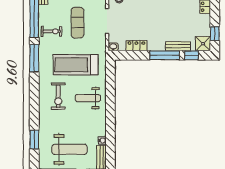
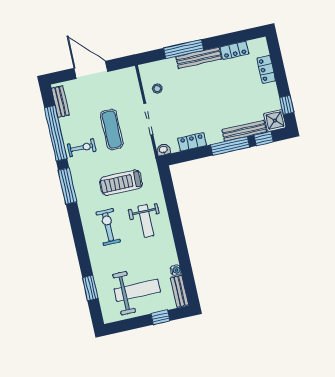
bench: (178, 46) -> (244, 131), width x1.36
treadmill: (76, 65) -> (121, 183), width x0.73, depth x0.73
exercise bike: (58, 96) -> (108, 227), turned 180
weight bench: (88, 98) -> (146, 221), turned -90

